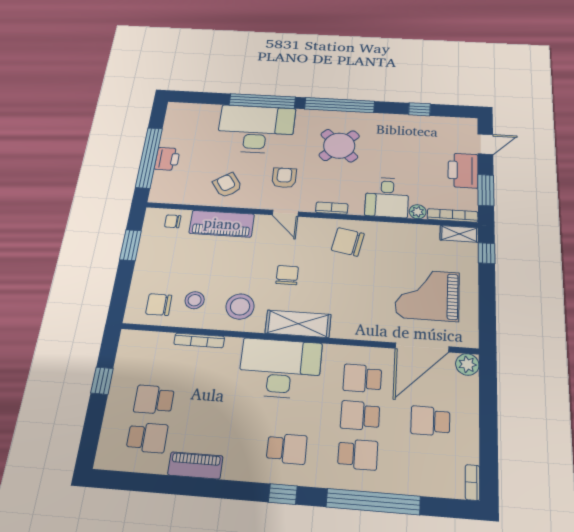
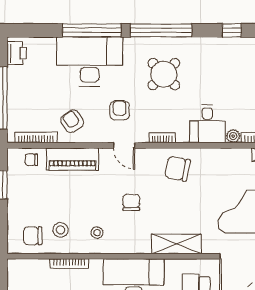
printer: (167, 159) -> (17, 53), moved
bookcase: (182, 199) -> (36, 138), added
stool: (240, 307) -> (97, 233), width x0.53, depth x0.53
shelving: (298, 324) -> (176, 244), moved

